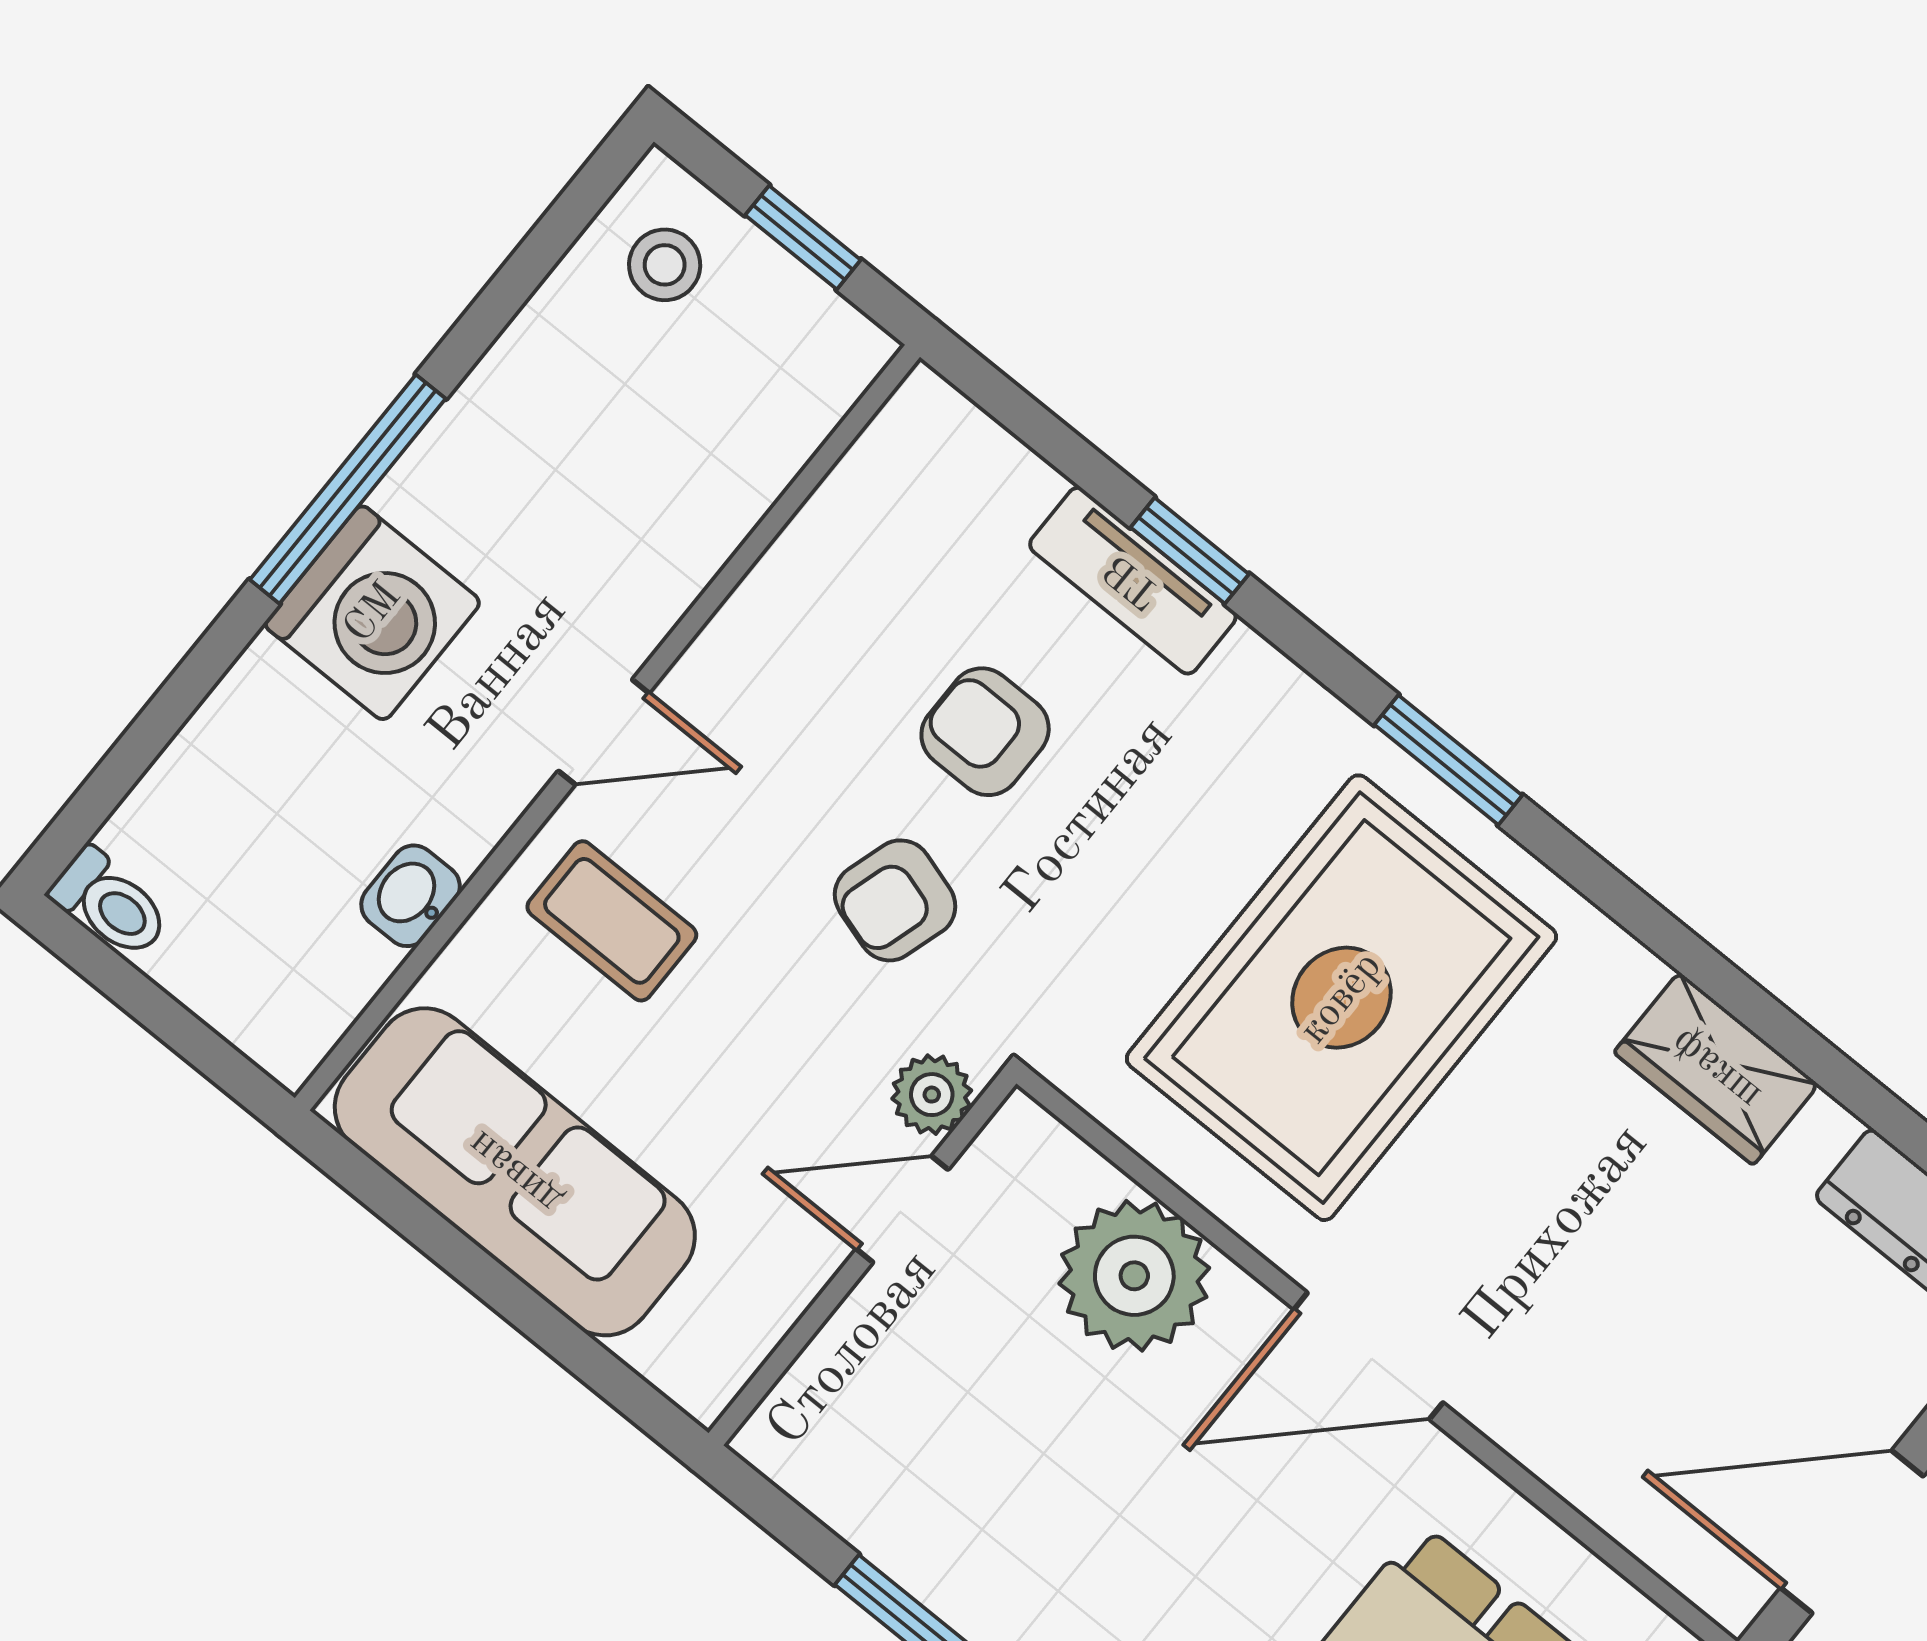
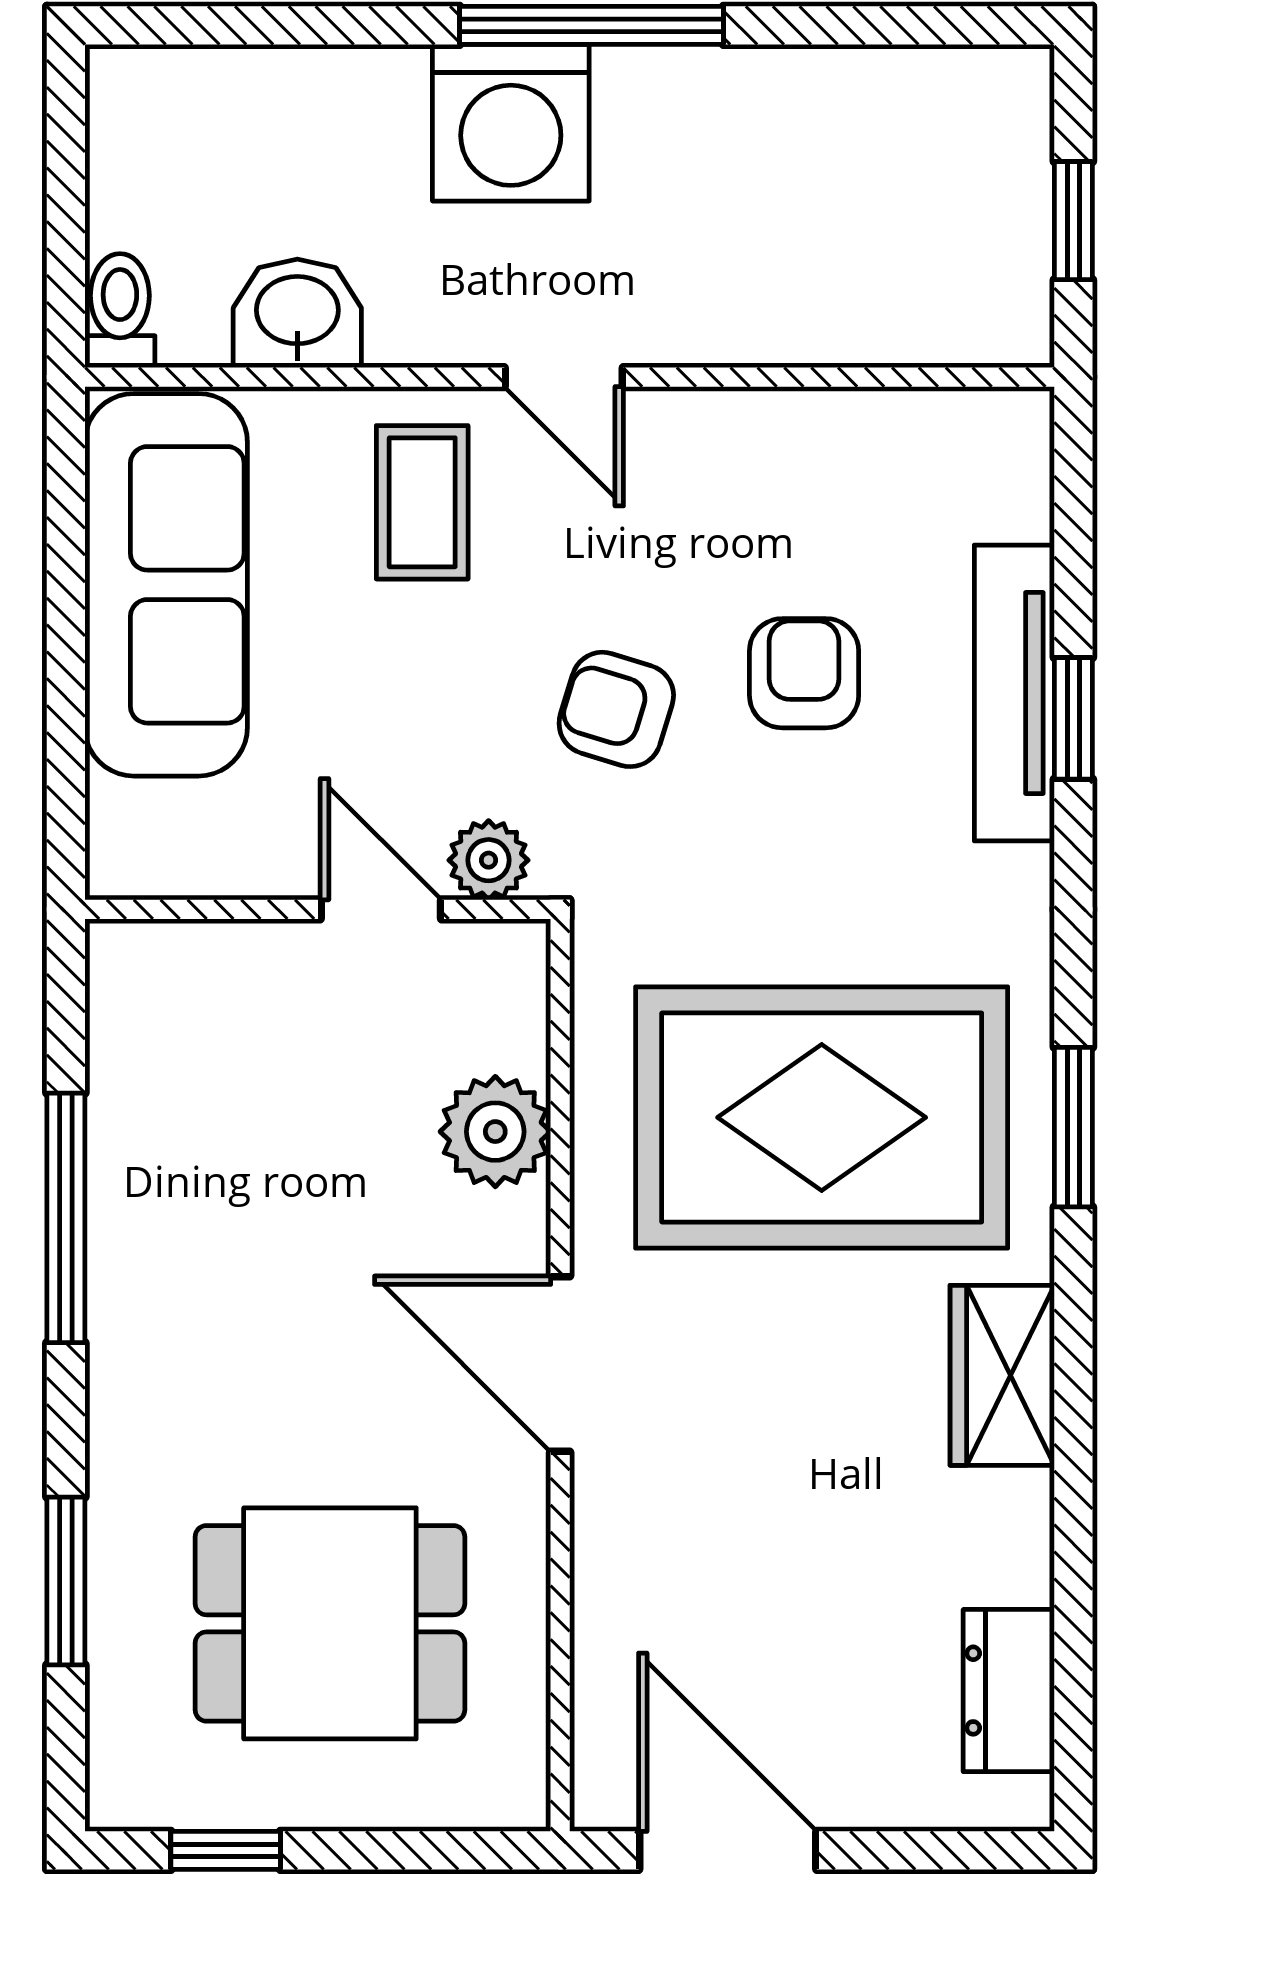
stool: (665, 265) -> (965, 131), removed
tv unit: (1133, 581) -> (1014, 693), width x1.41
window: (1448, 760) -> (1073, 1127), moved
washbasin: (411, 896) -> (297, 313), width x1.38, depth x1.45
toilet: (110, 904) -> (120, 311), moved, turned 180
wardrobe: (1716, 1069) -> (1002, 1375), moved
plant: (1134, 1276) -> (495, 1132), width x0.73, depth x0.73

